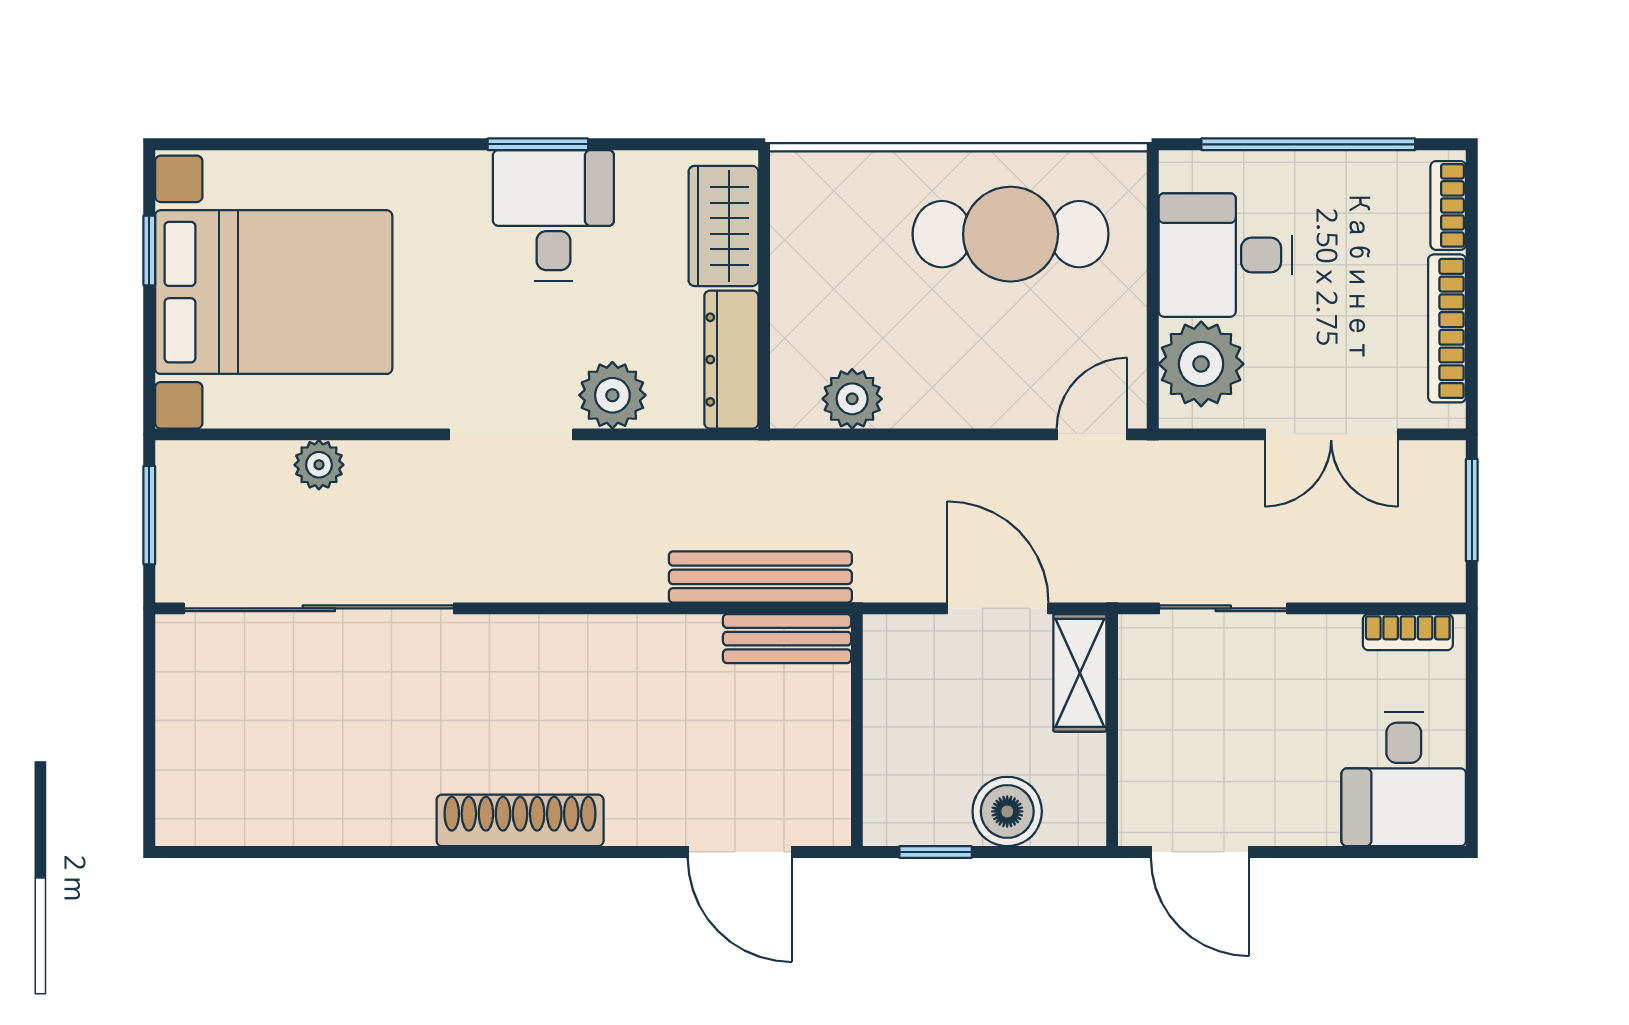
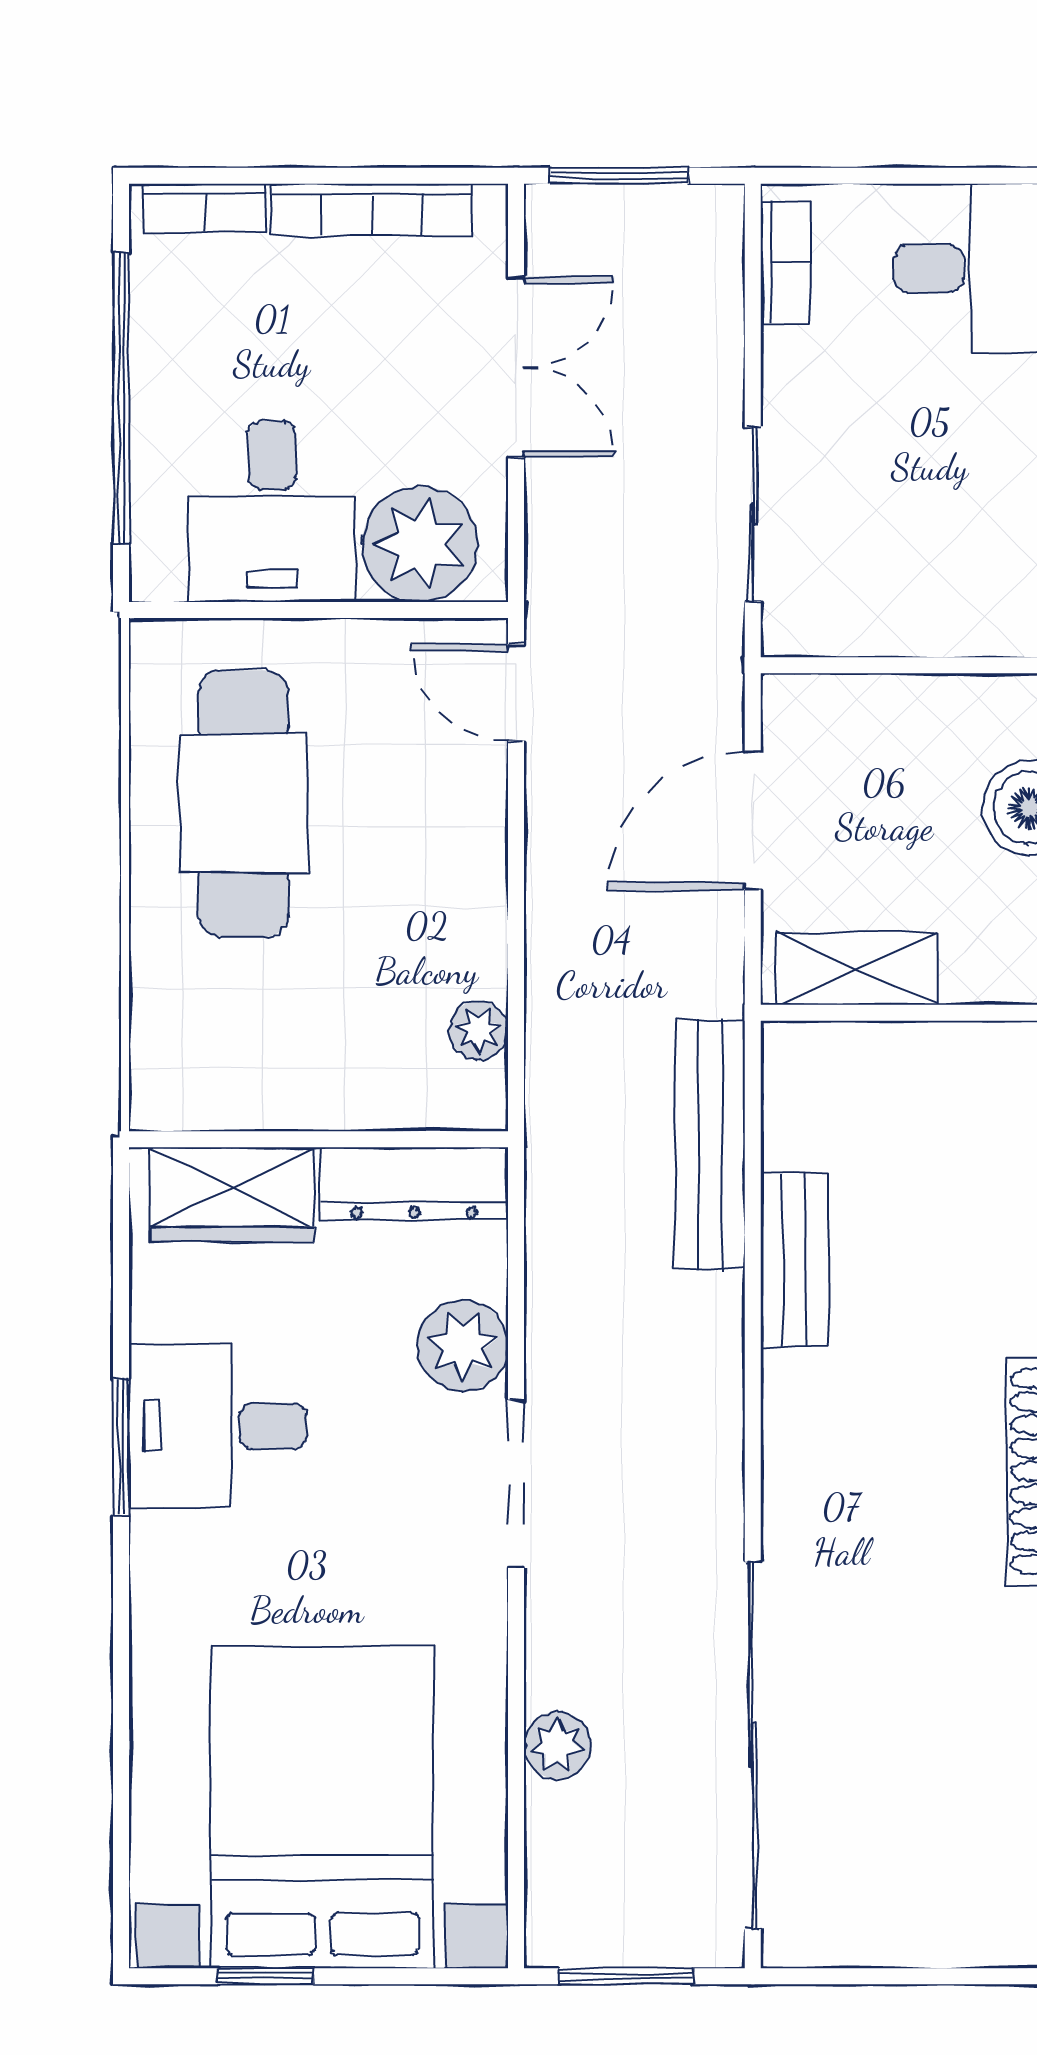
plant: (852, 399) -> (479, 1030), width x0.73, depth x0.73
bench: (787, 639) -> (794, 1260), moved
shelving: (1080, 673) -> (857, 969), moved

